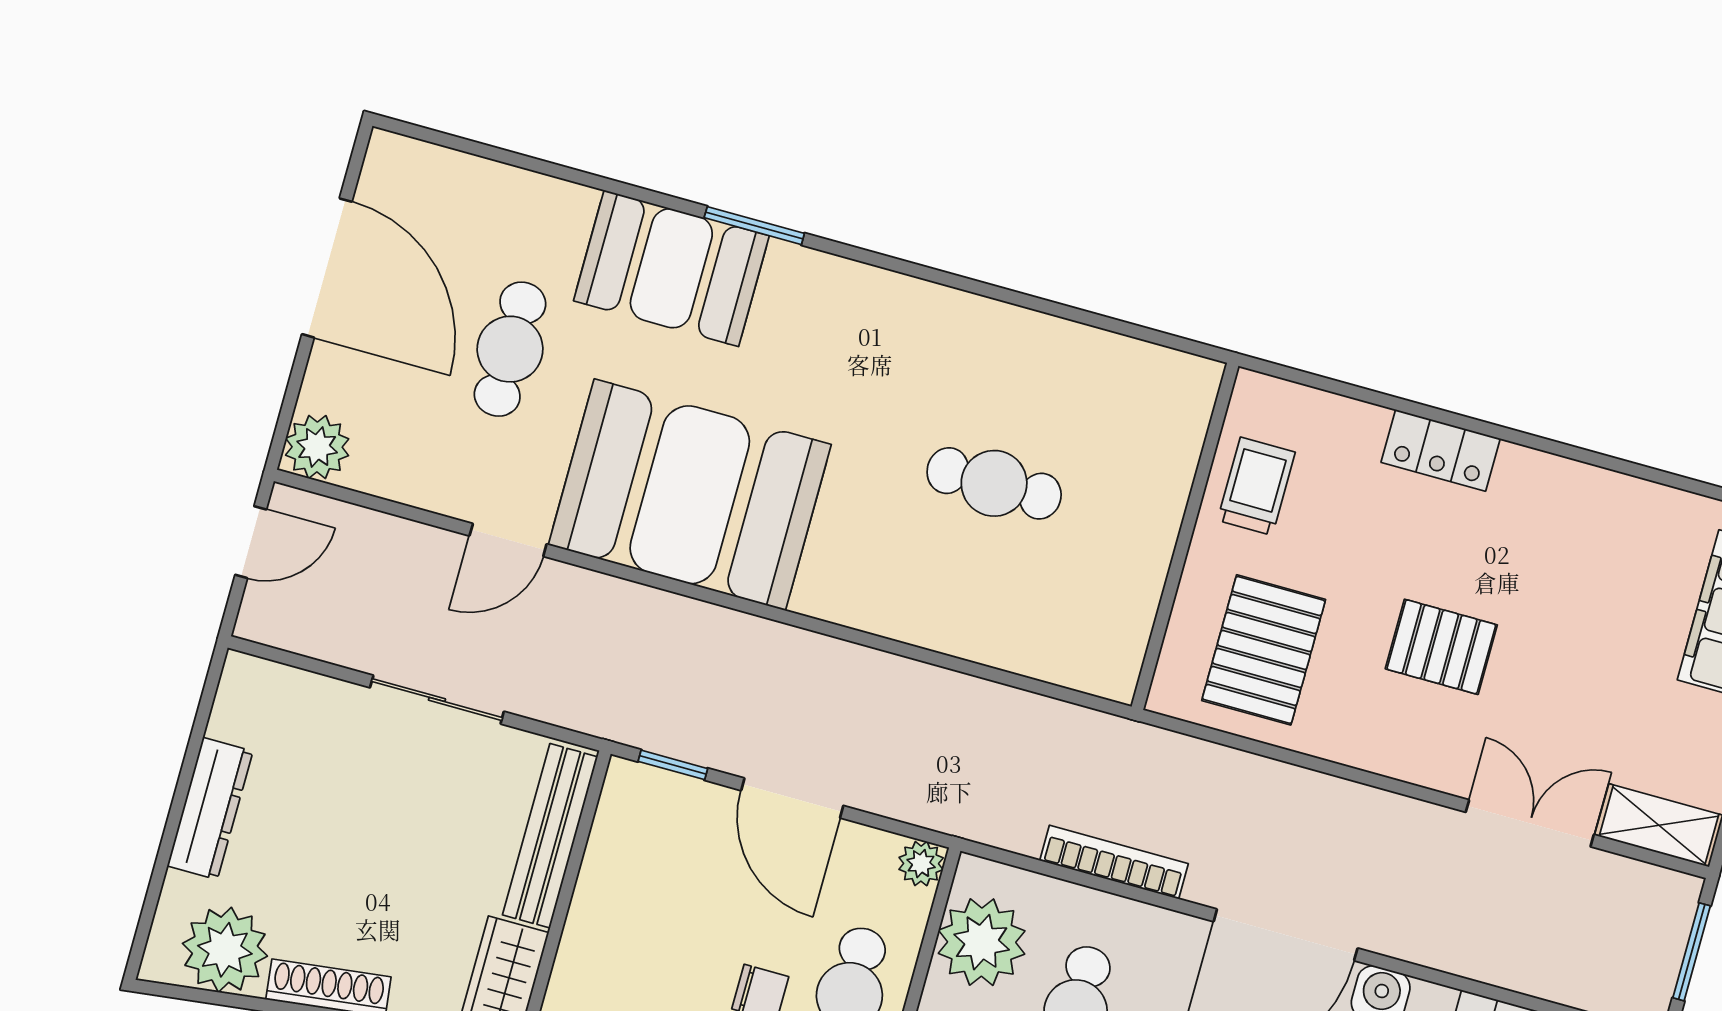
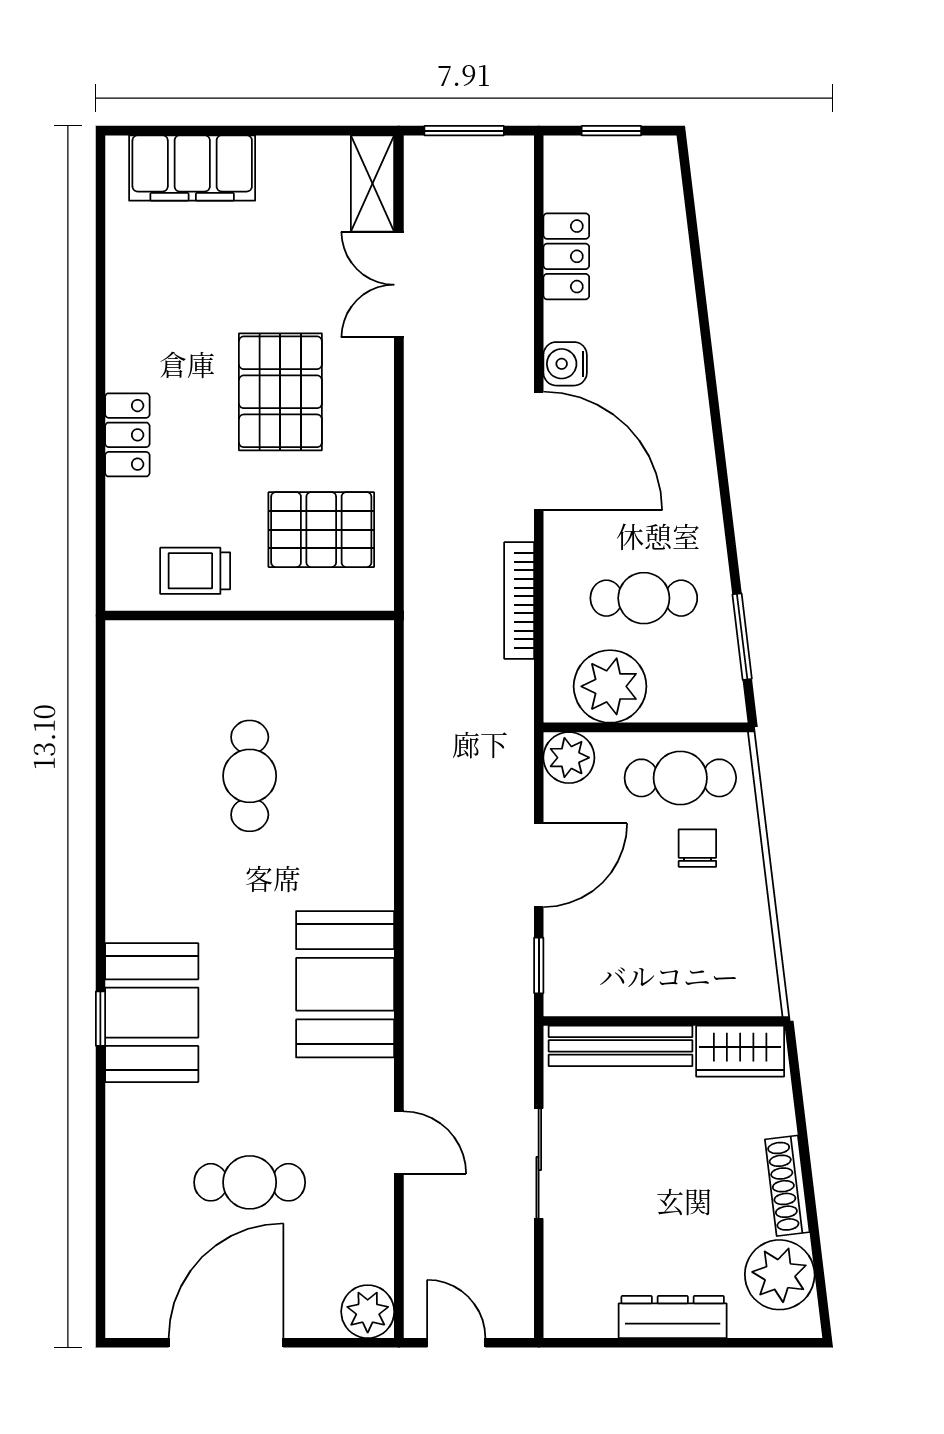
window: (754, 226) -> (100, 1019), width x0.67
booth: (671, 268) -> (152, 1013), moved
booth: (690, 495) -> (345, 984), width x0.73, depth x0.70
pallet: (1441, 647) -> (280, 392), width x1.50, depth x1.42
plant: (921, 864) -> (569, 758), width x1.38, depth x1.38

